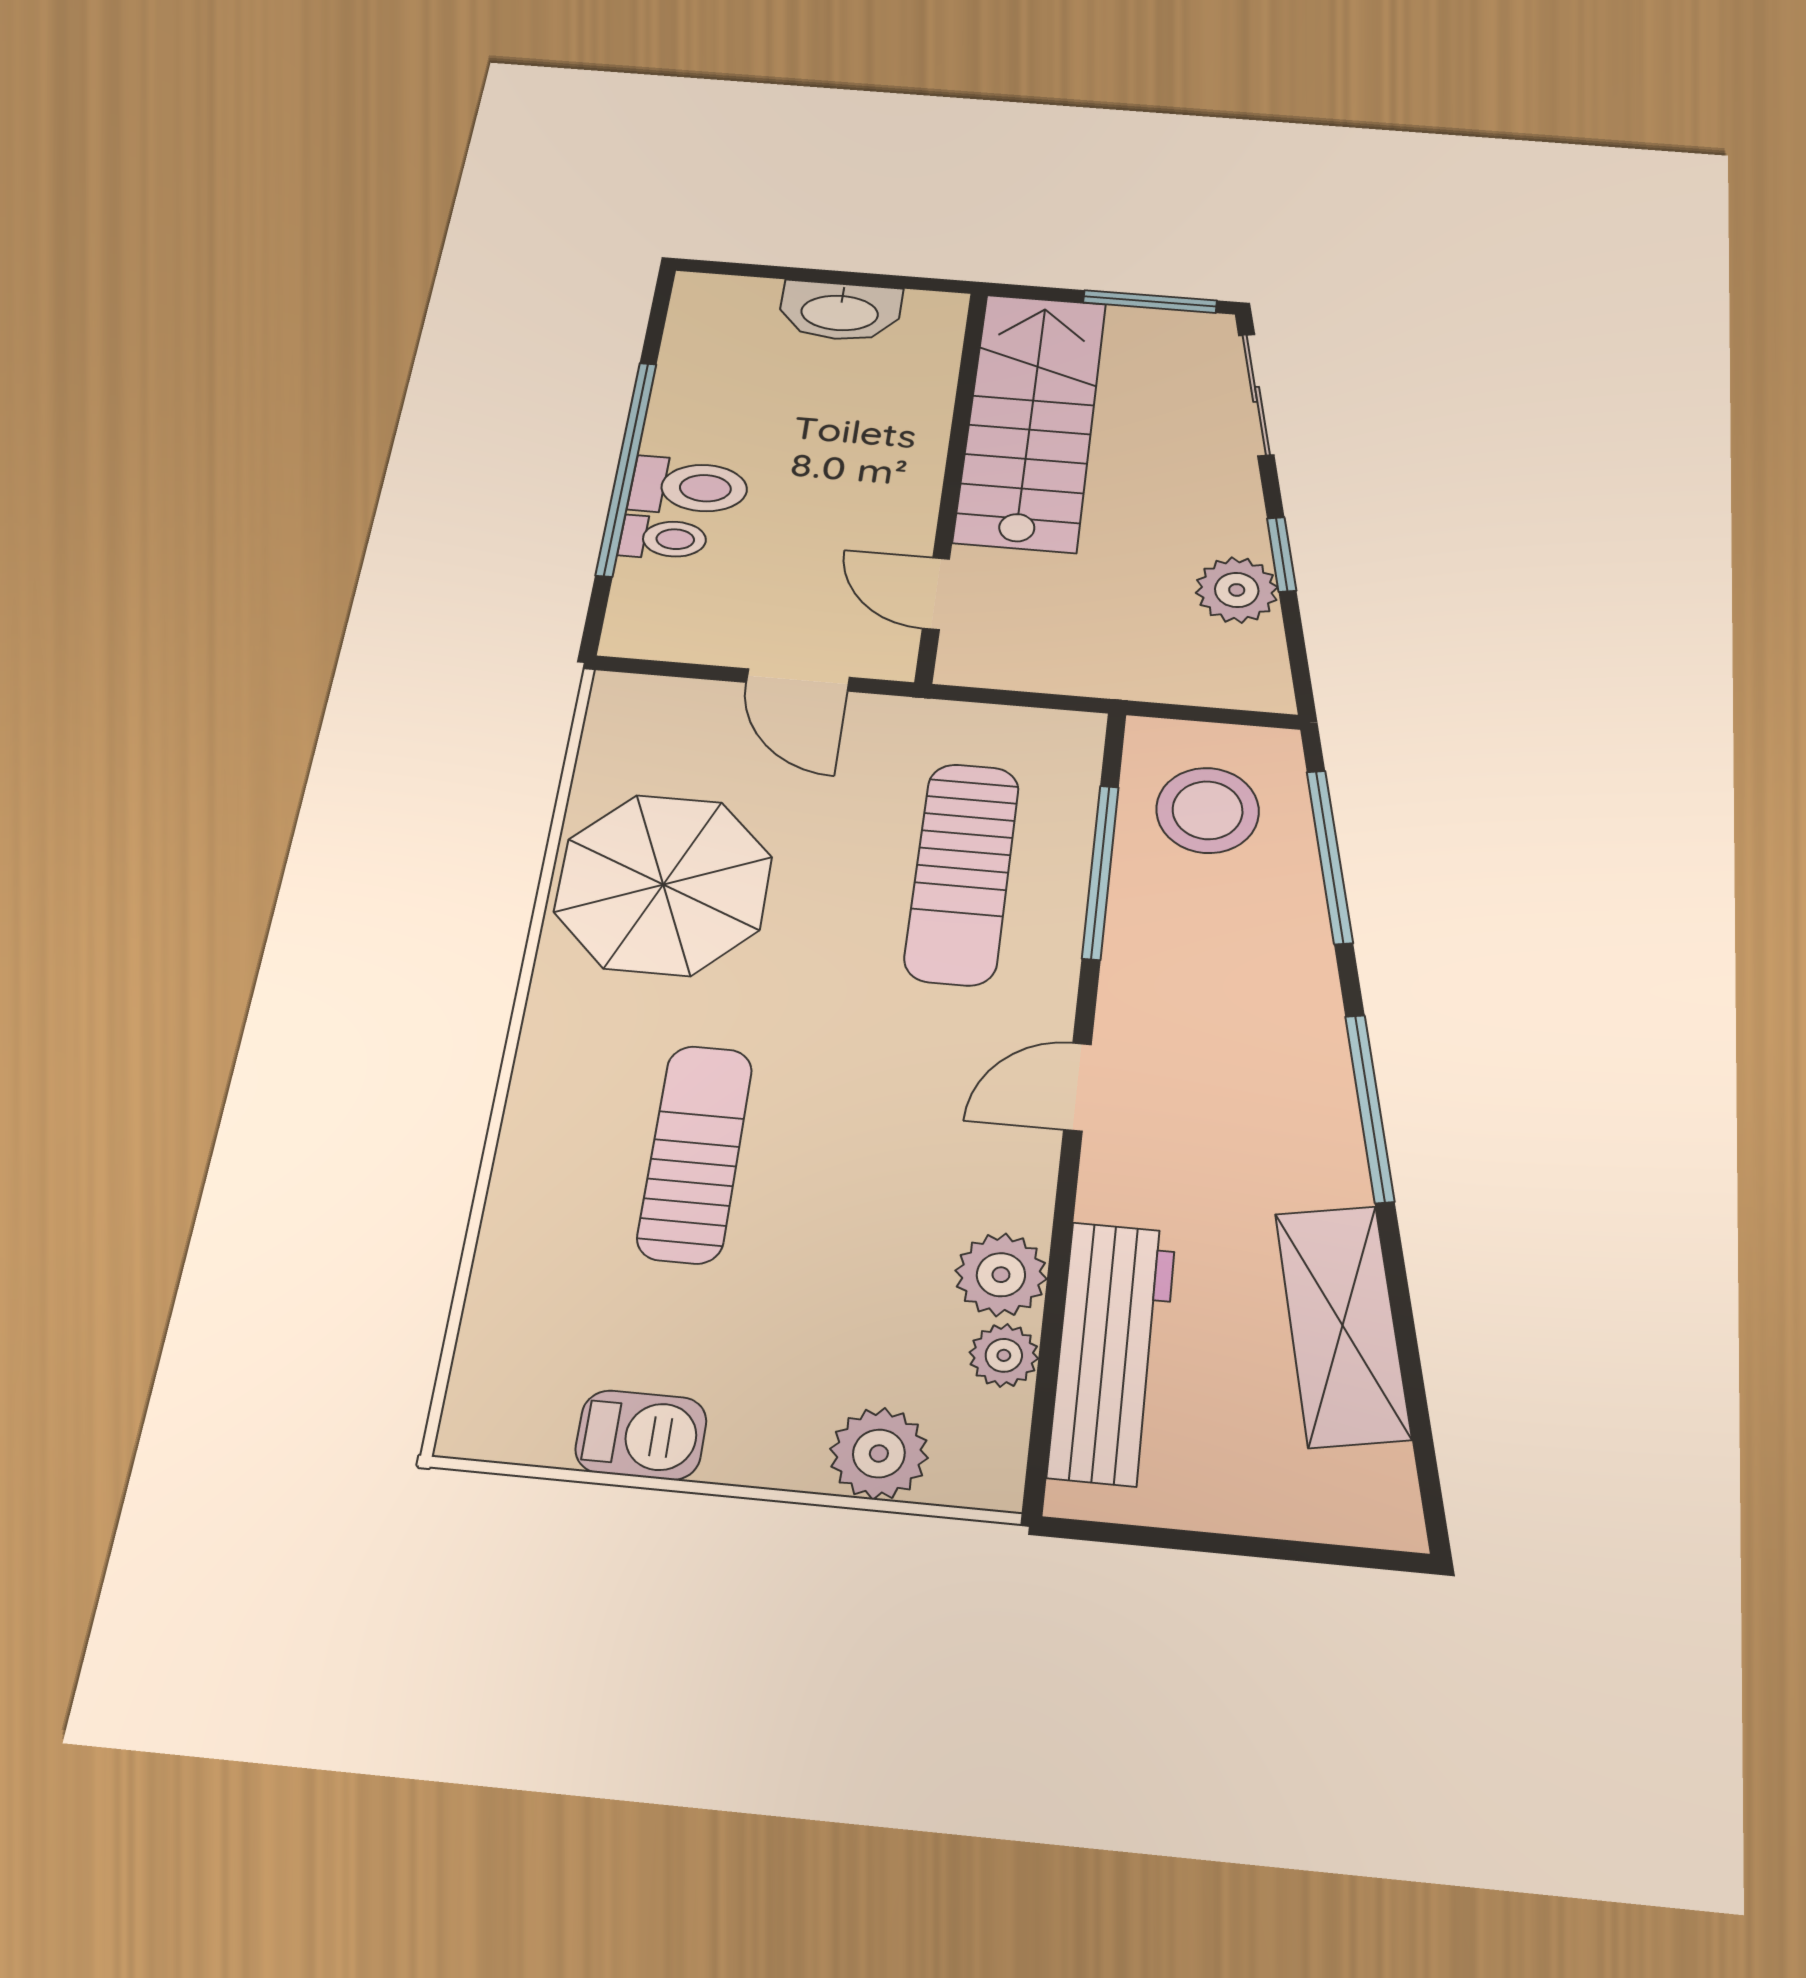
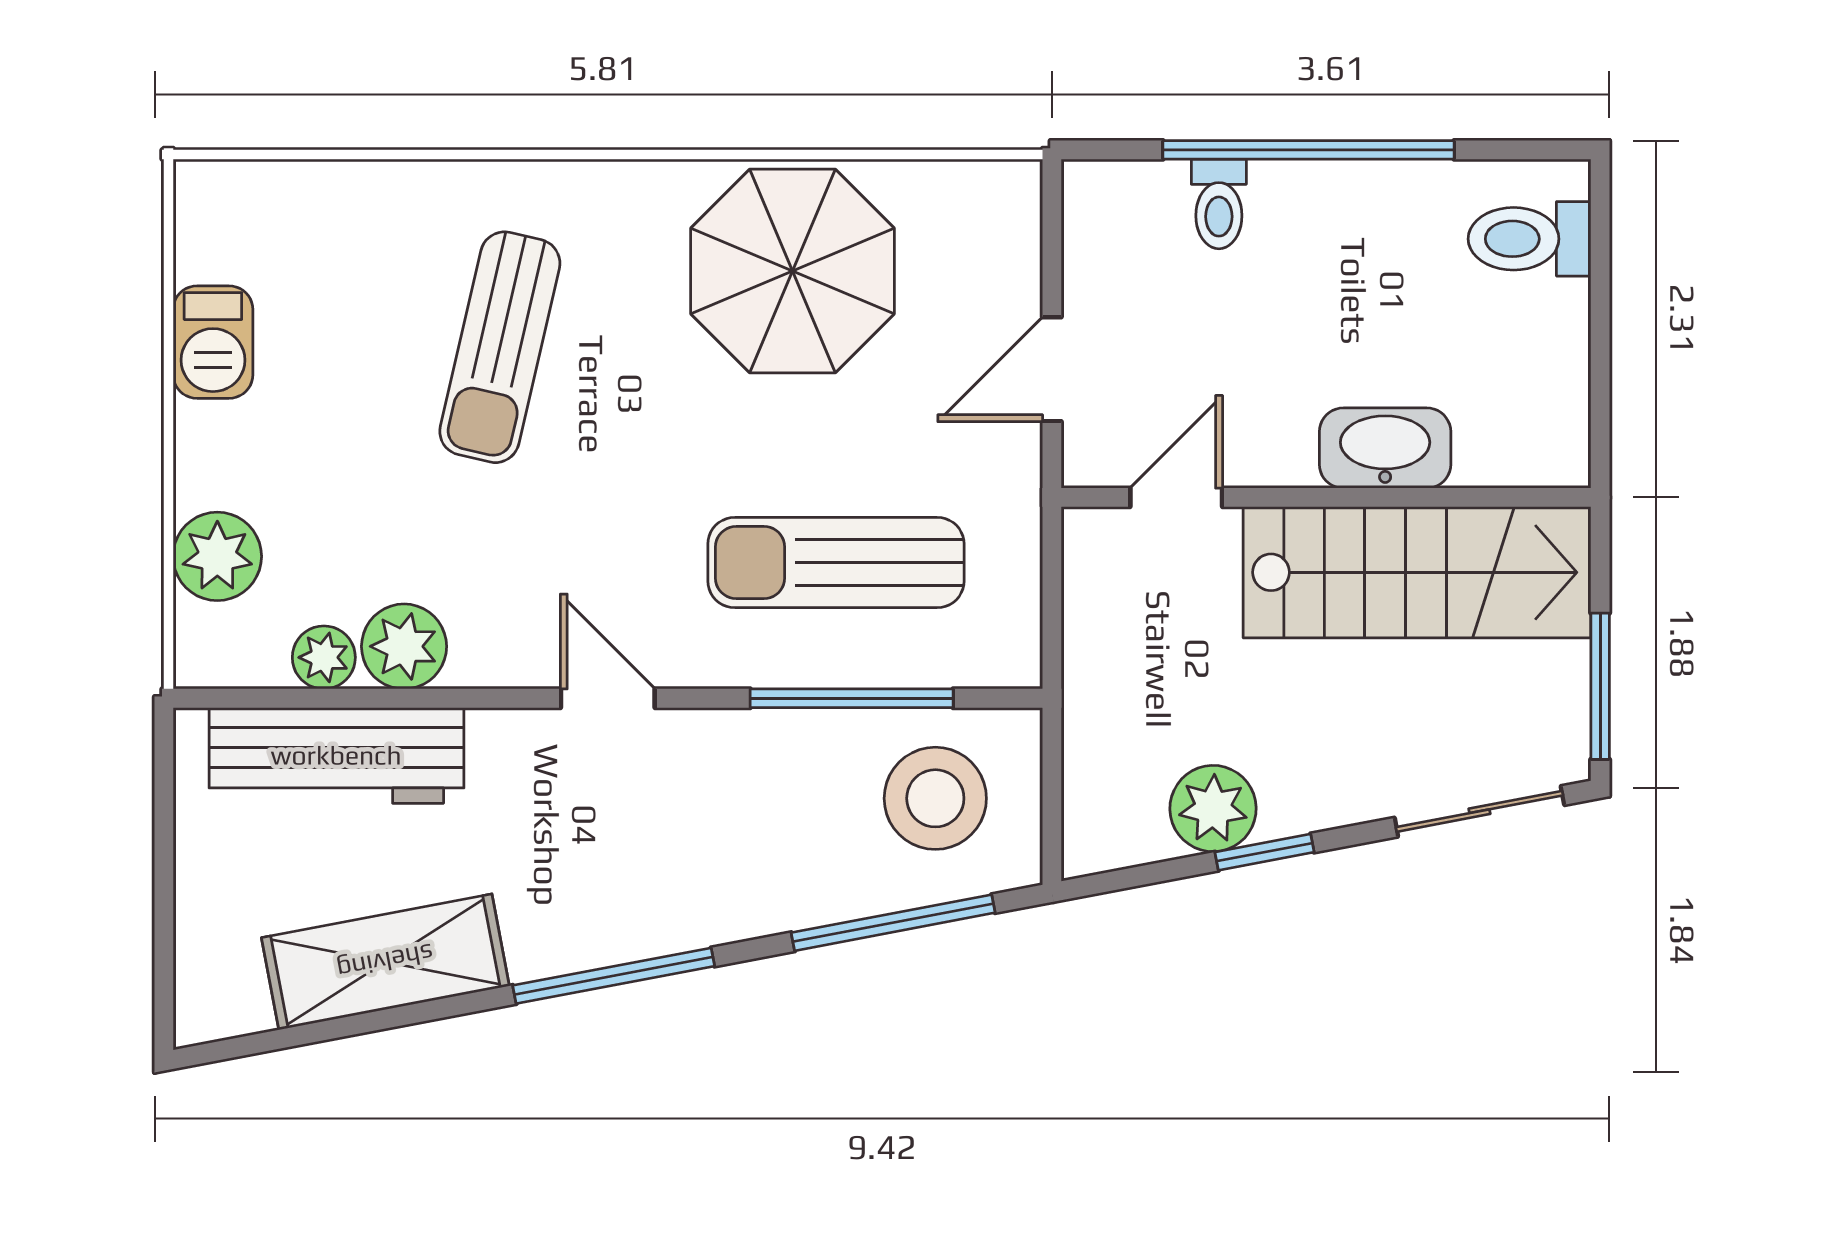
washbasin: (840, 311) -> (1385, 448), moved, turned 90
toilet: (689, 487) -> (1529, 239), moved, turned 90
sun lounger: (695, 1153) -> (500, 347), turned 103

